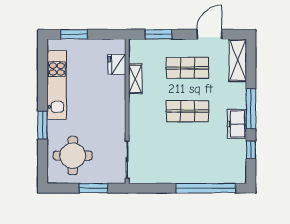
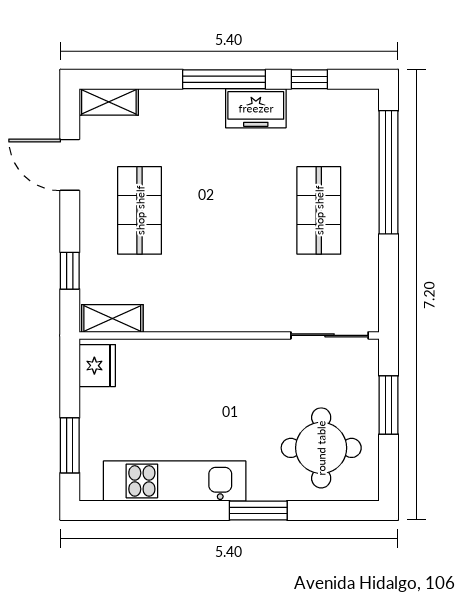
window: (158, 34) -> (70, 271), width x0.67
shelving: (238, 60) -> (109, 102), width x0.67, depth x0.75
fridge: (117, 64) -> (97, 366), moved, turned -90
shelving: (135, 79) -> (112, 318), moved
shop shelf: (187, 111) -> (319, 210), moved

